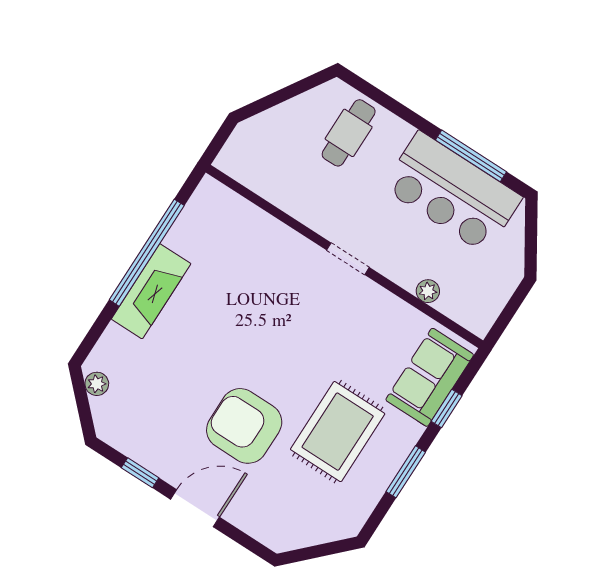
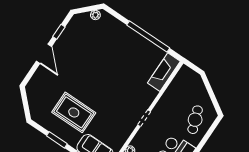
cafe table: (349, 133) -> (195, 120), turned 70
fireplace: (151, 291) -> (164, 72), moved, turned 90
armchair: (244, 426) -> (77, 74), removed

